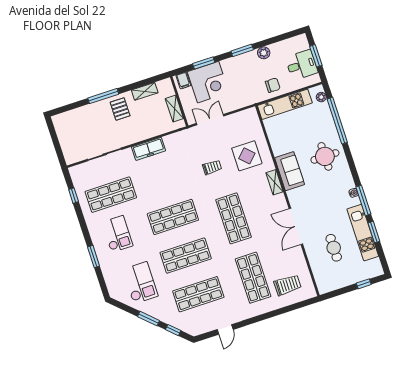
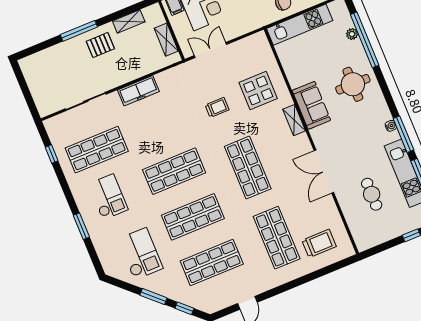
plant: (321, 97) -> (352, 34), moved
pallet: (120, 109) -> (100, 45), turned 90

